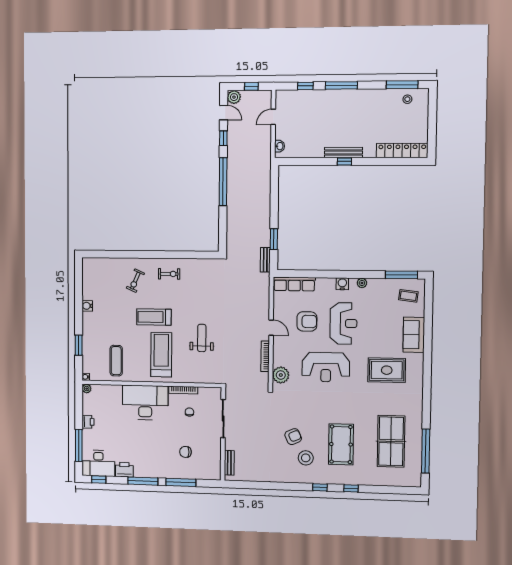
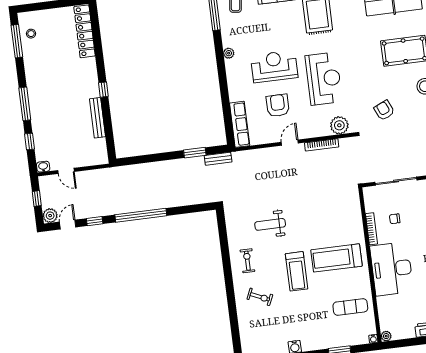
washbasin: (280, 146) -> (43, 167), moved
bench: (343, 152) -> (97, 118), moved
water cooler: (342, 284) -> (232, 74), removed
weight bench: (202, 338) -> (270, 224), moved
armchair: (293, 437) -> (384, 110), moved

